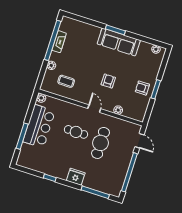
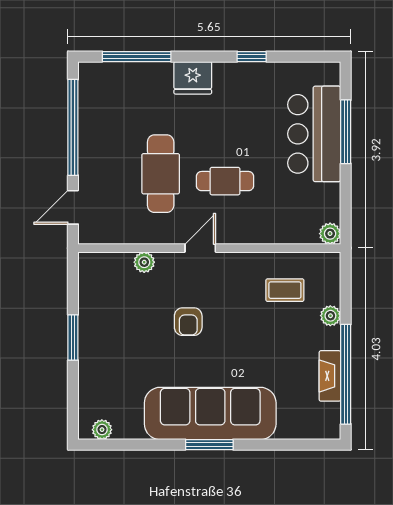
sofa: (119, 42) -> (210, 413), width x1.36, depth x1.27
armchair: (142, 88) -> (105, 331), removed
door: (94, 109) -> (200, 248), swing flipped
bar counter: (39, 126) -> (314, 134), moved
door: (139, 141) -> (73, 207), hinge flipped

